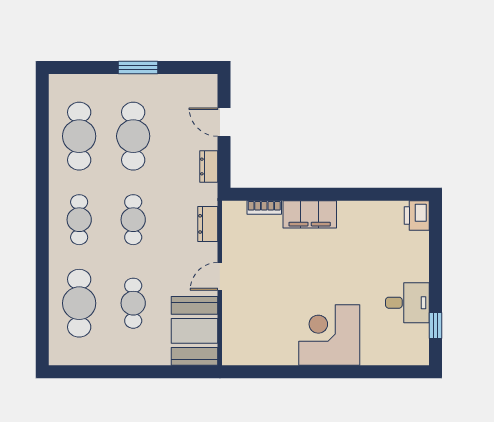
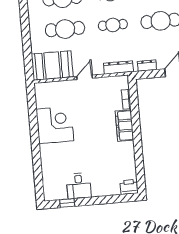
dresser: (208, 224) -> (118, 67), width x1.44
door: (220, 276) -> (85, 77), hinge flipped
cafe table: (133, 303) -> (65, 29), width x1.37, depth x1.35
corner desk: (329, 335) -> (55, 125), moved

